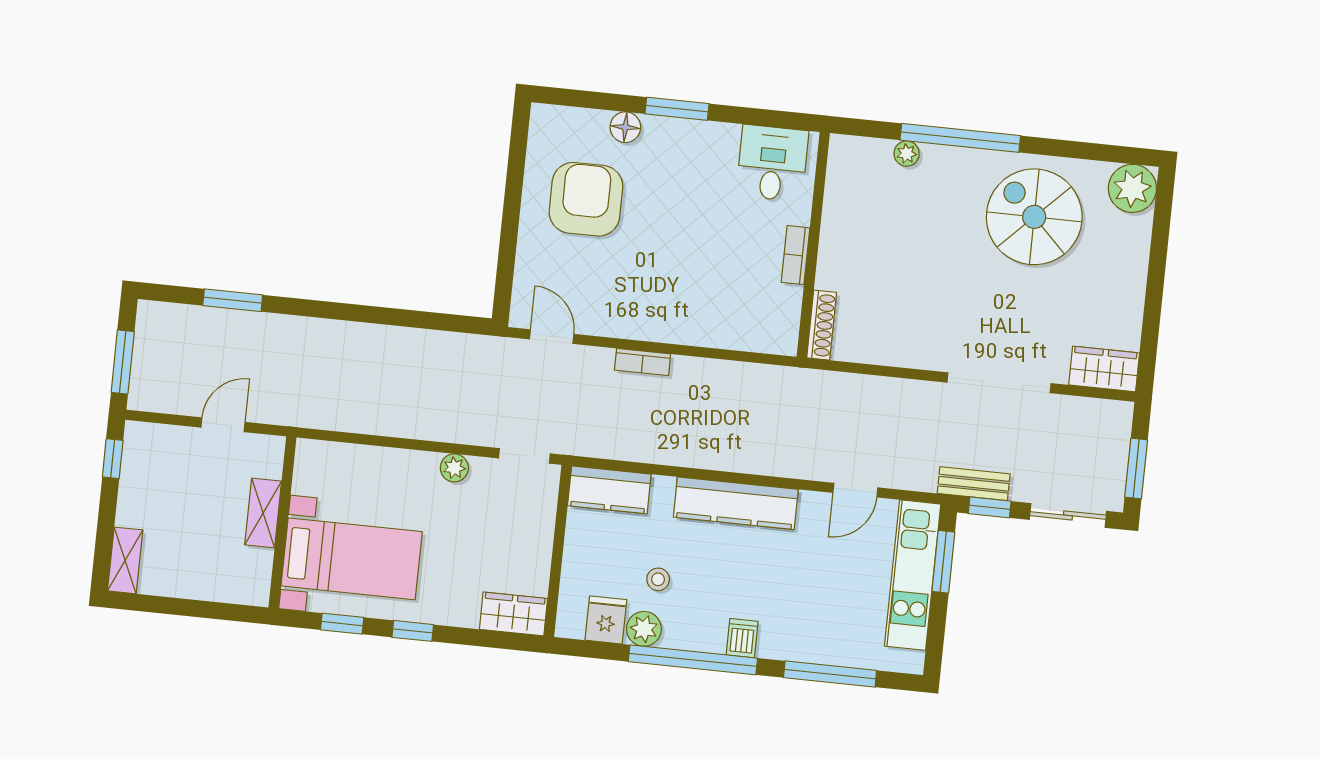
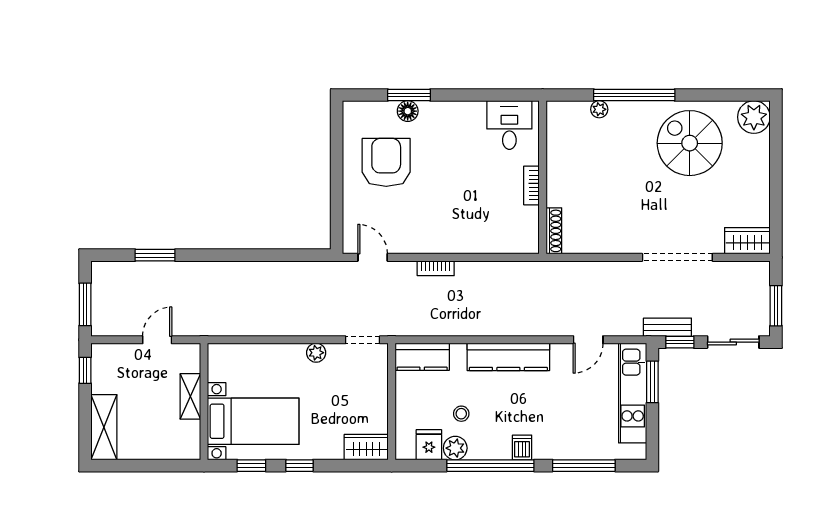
window: (677, 109) -> (409, 95), moved
shelving: (125, 560) -> (104, 427), width x1.50, depth x1.33

